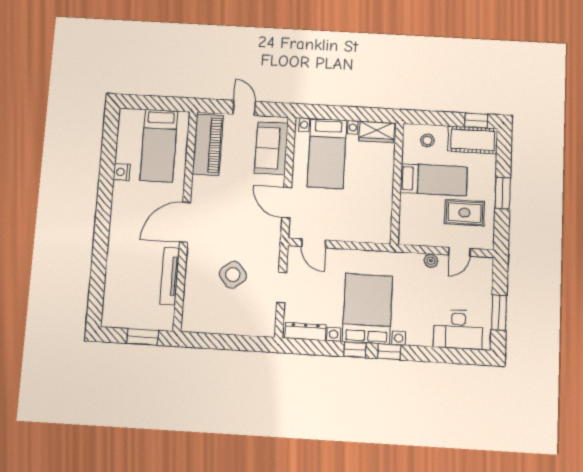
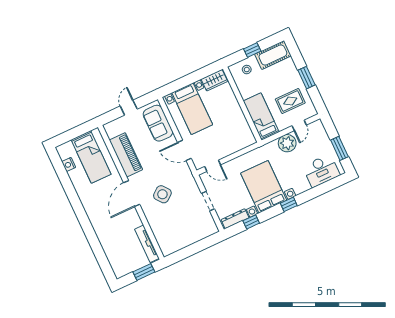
door: (244, 108) -> (129, 108), hinge flipped
window: (476, 120) -> (252, 50), moved
piano: (208, 145) -> (126, 155), moved
nightstand: (122, 172) -> (69, 164), moved
bed: (434, 180) -> (261, 117), moved, turned -90
plant: (431, 261) -> (287, 143), width x1.87, depth x1.87
side table: (233, 275) -> (162, 194), moved
tv unit: (170, 276) -> (147, 244), moved
window: (355, 350) -> (251, 222), moved

